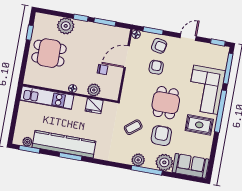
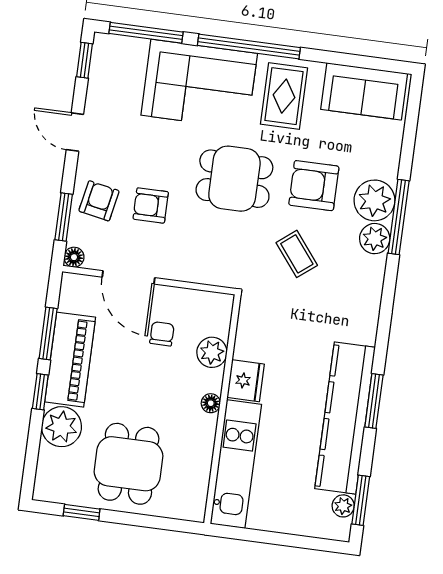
piano: (93, 31) -> (70, 360), added
fridge: (94, 106) -> (246, 381), moved
plant: (164, 162) -> (374, 200), moved
sofa: (191, 166) -> (364, 91), moved, turned -90

